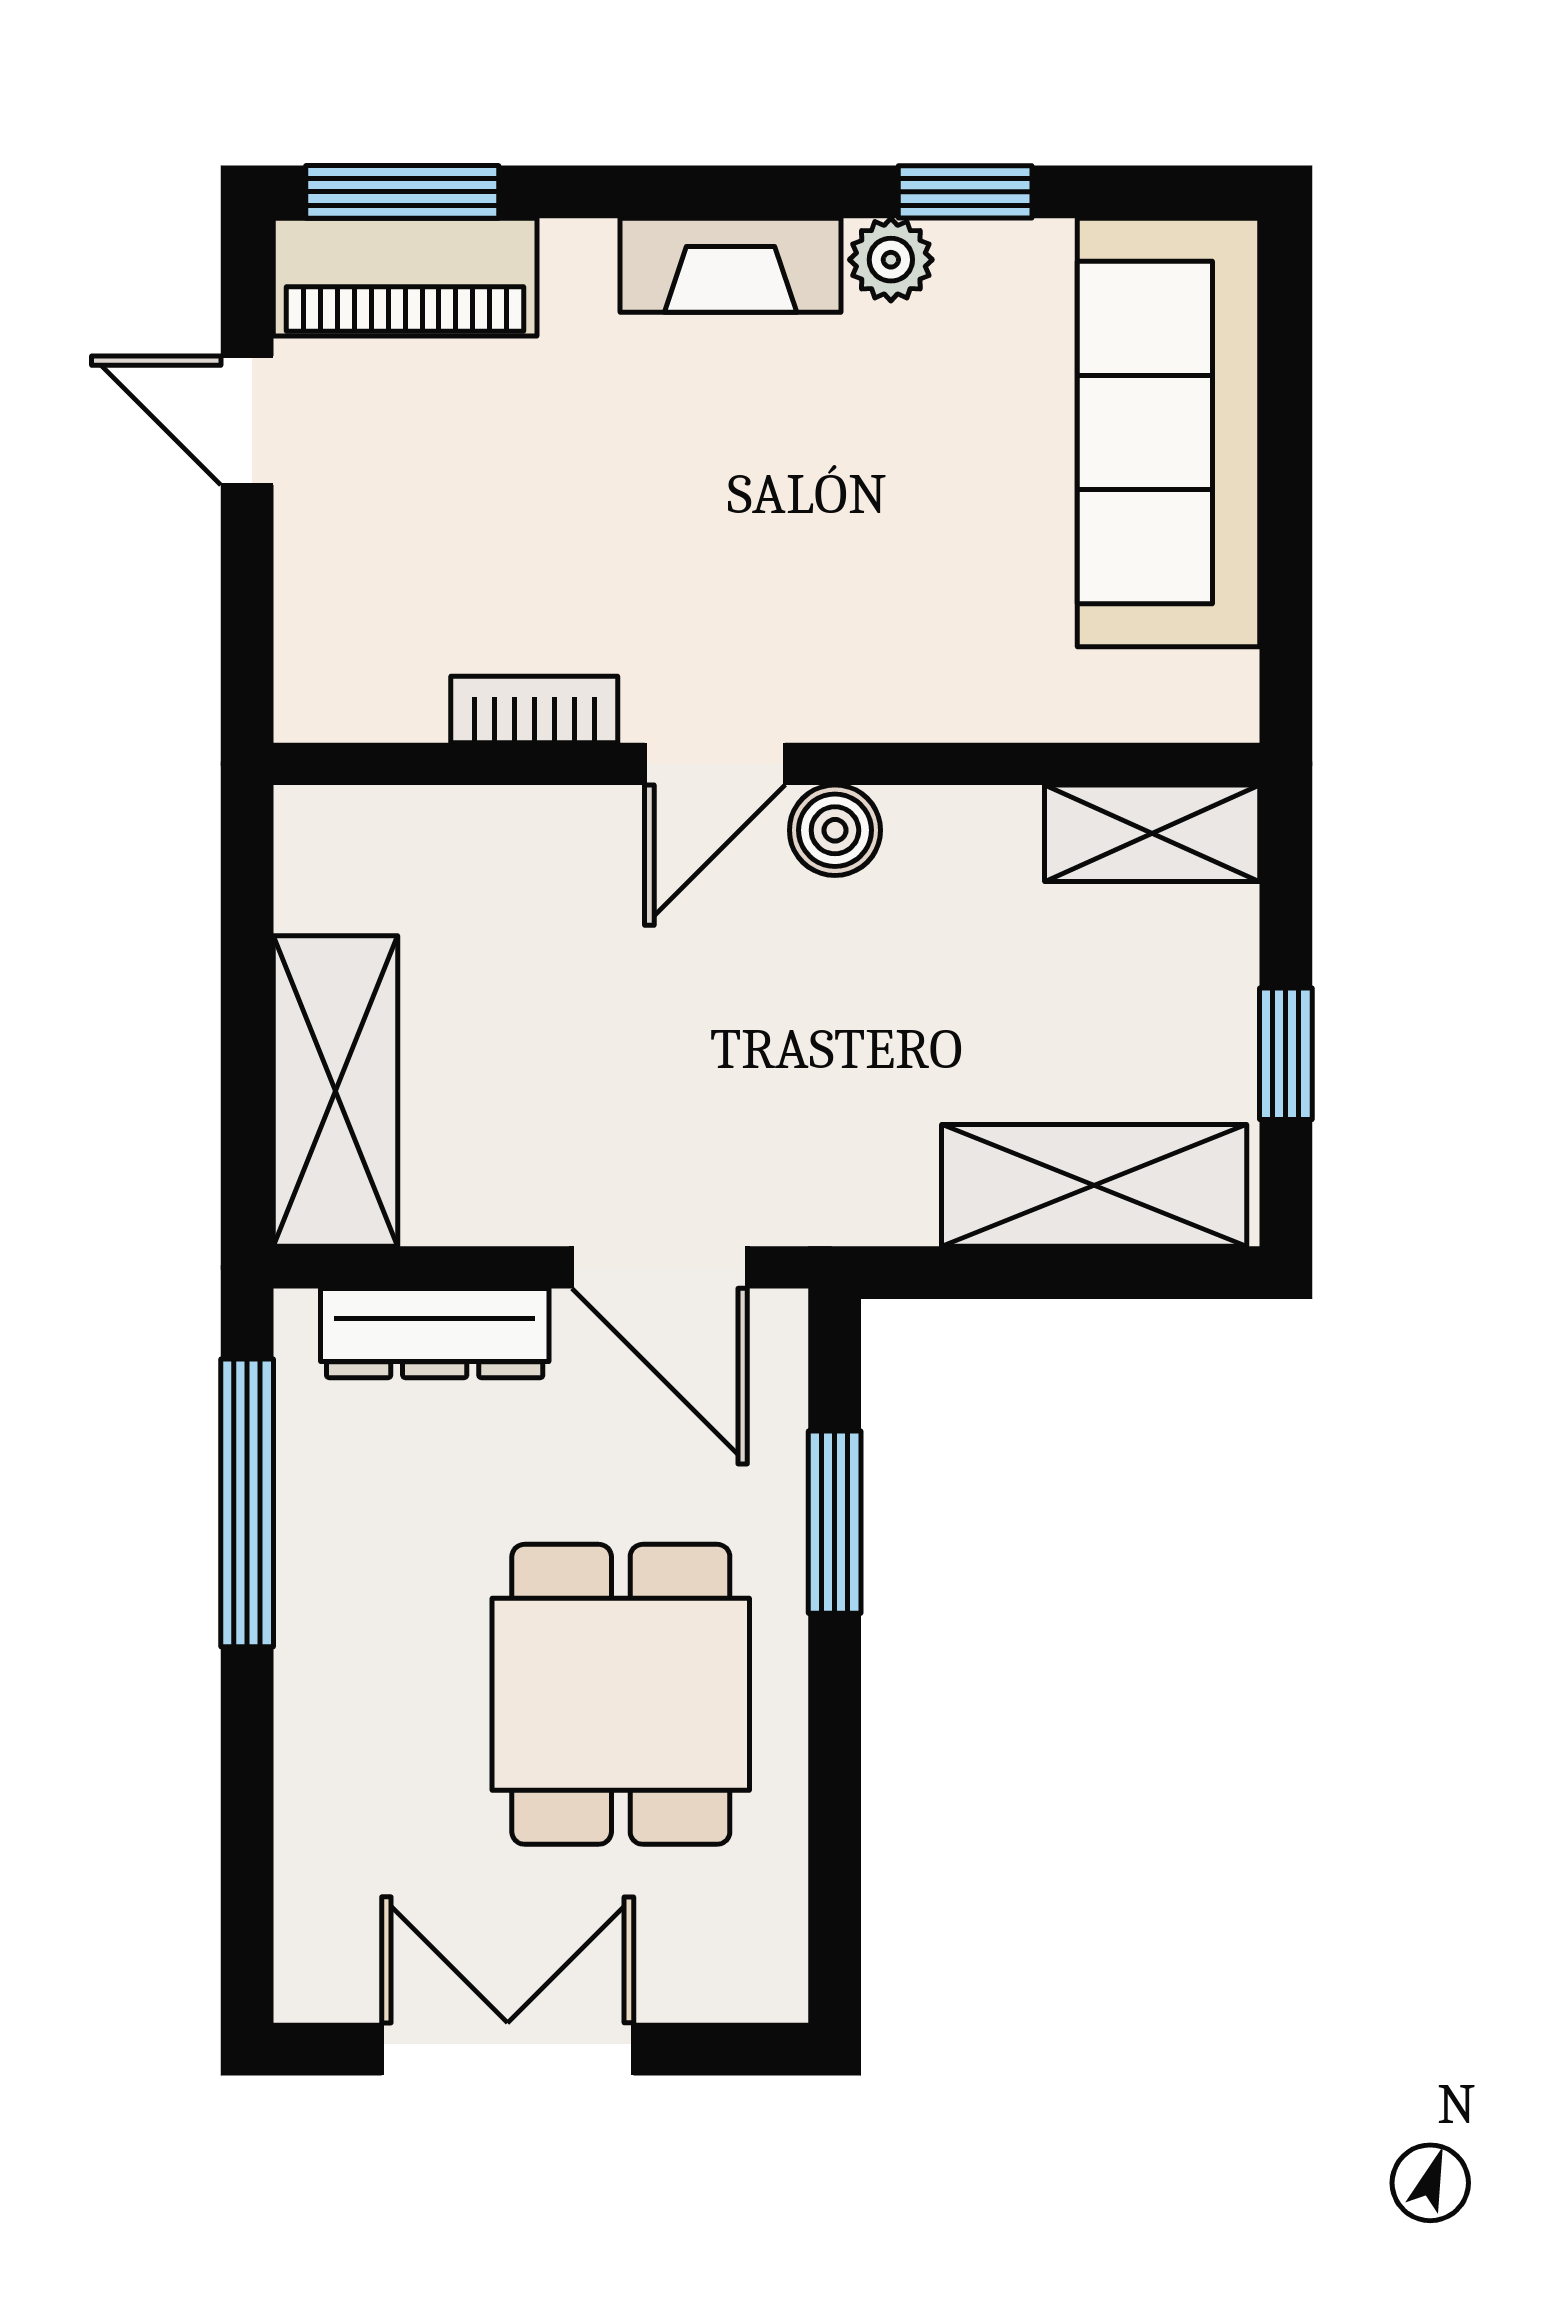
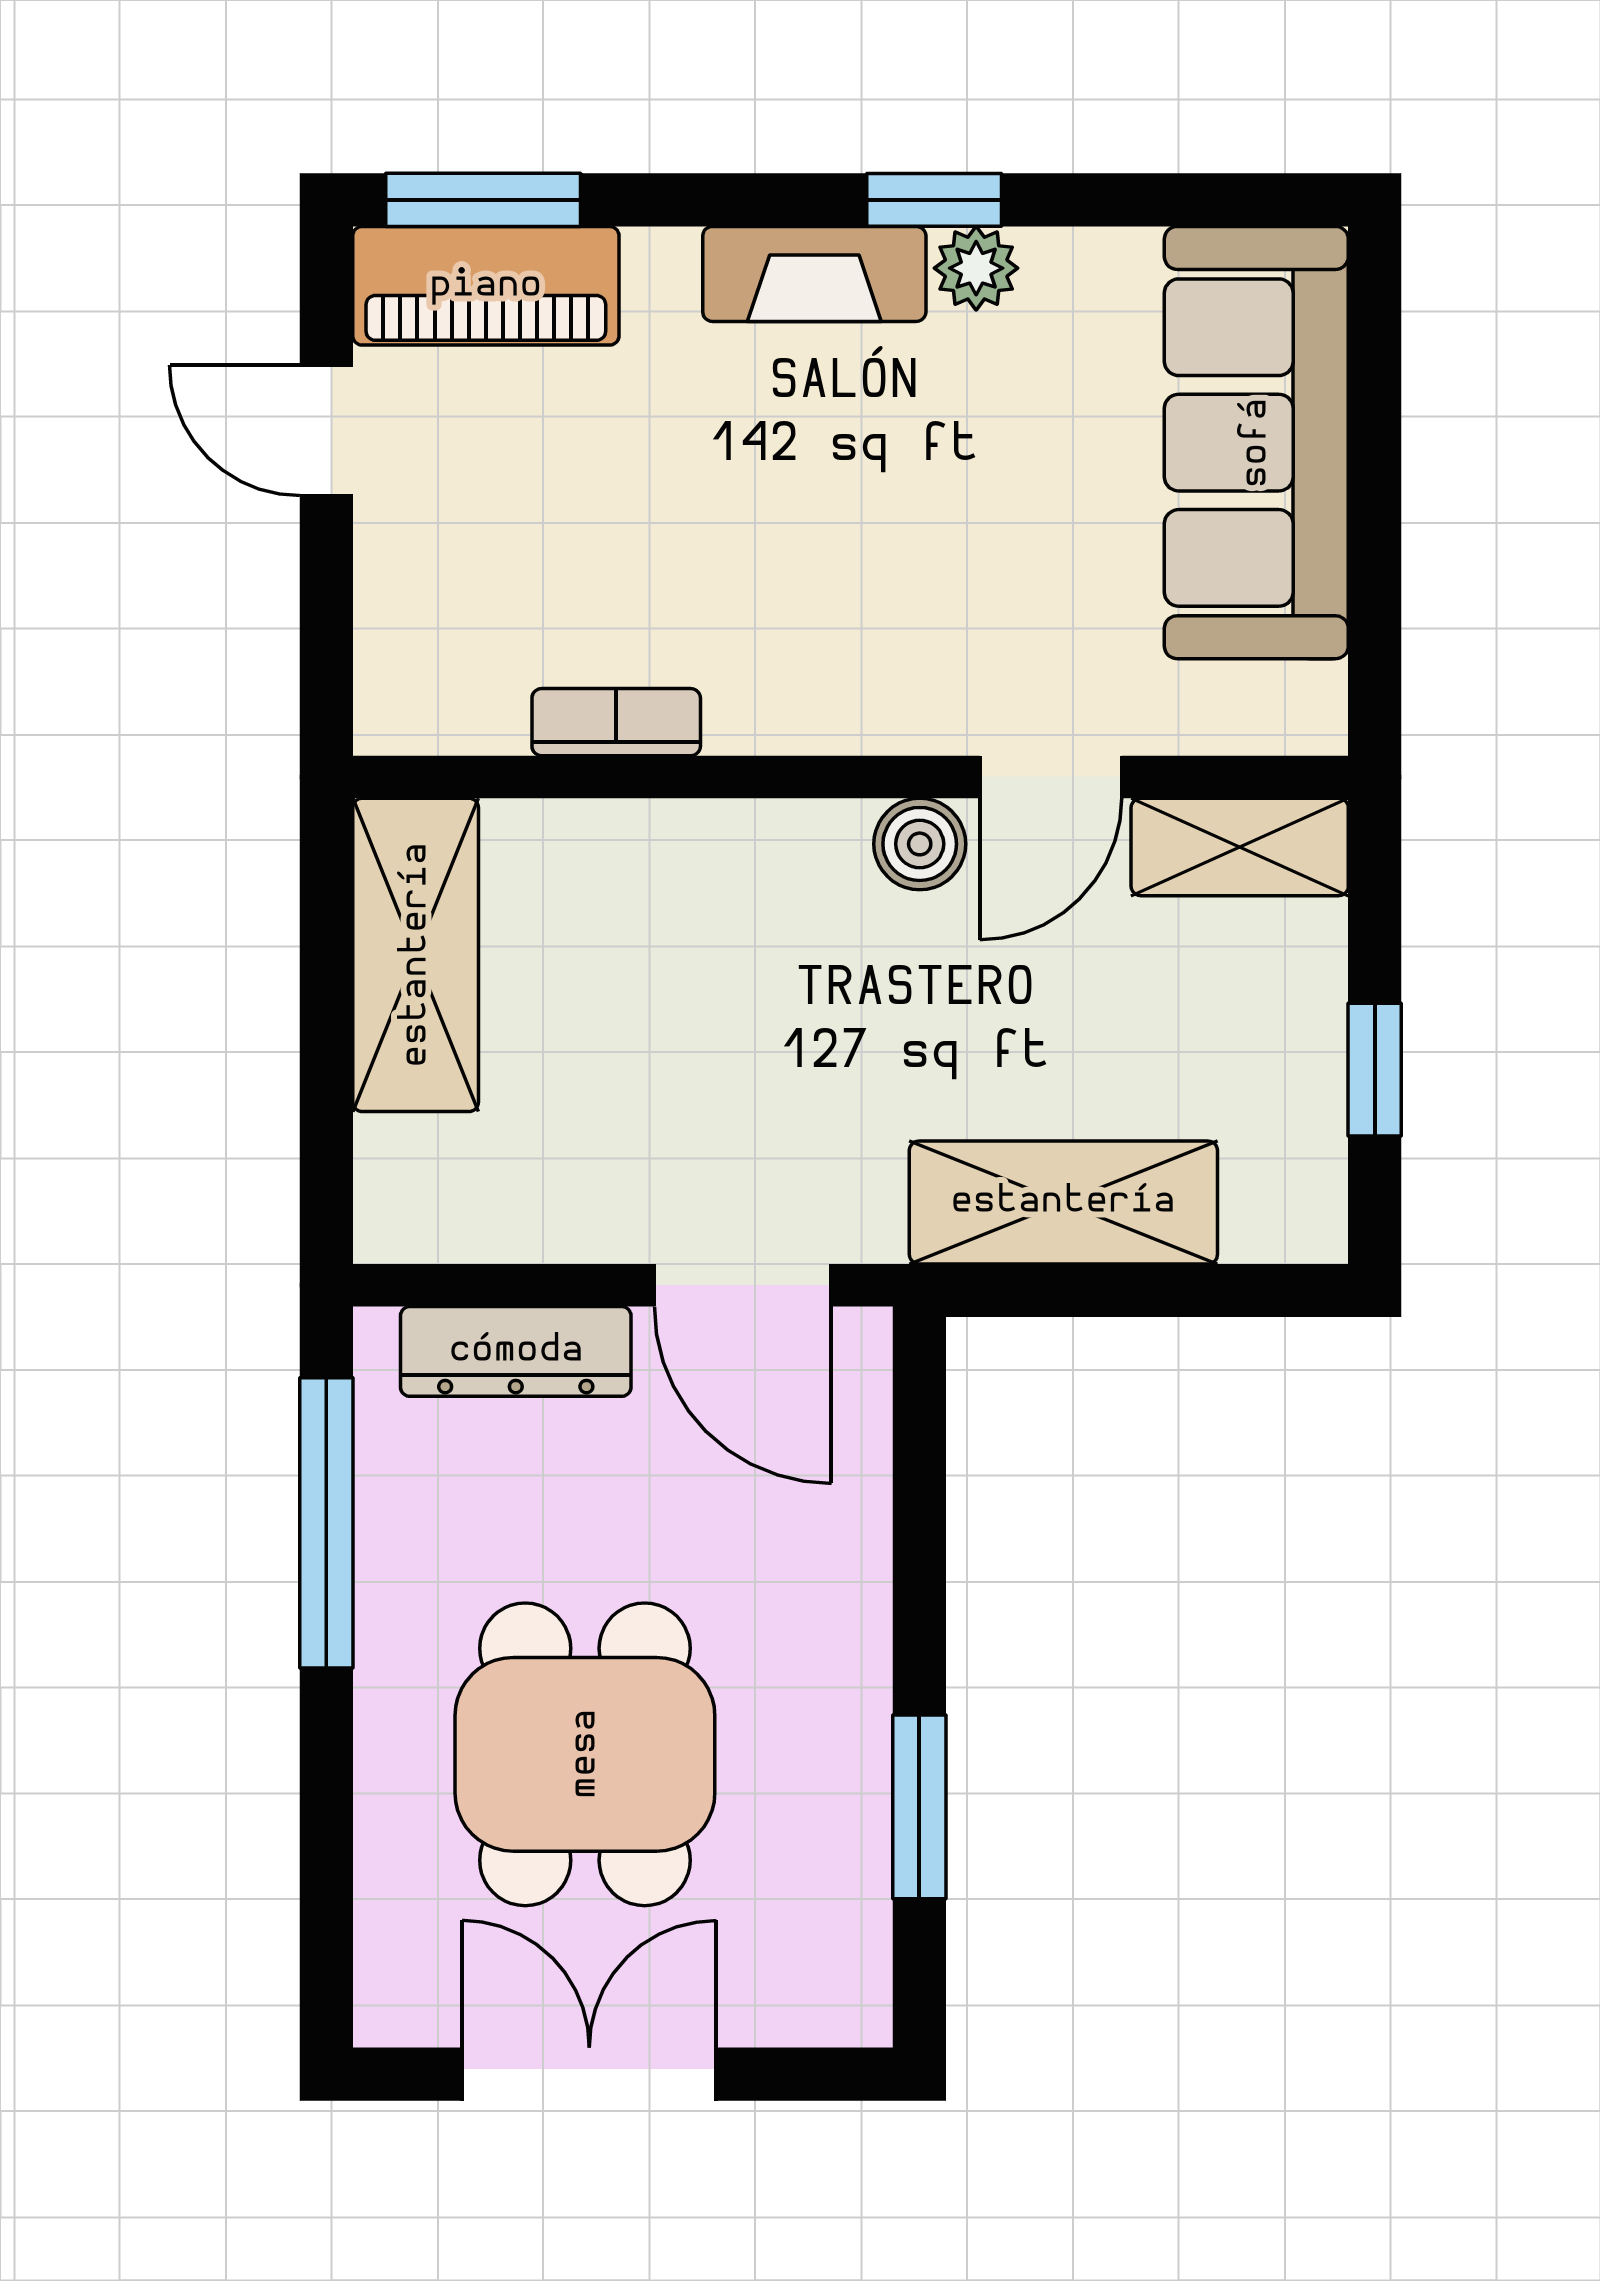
window: (965, 192) -> (934, 200), moved
door: (715, 764) -> (1051, 777), moved
shelving: (335, 1091) -> (416, 955), moved
shelving: (1094, 1185) -> (1063, 1202), moved
window: (835, 1522) -> (919, 1807), moved
dining table: (621, 1694) -> (585, 1754), moved

